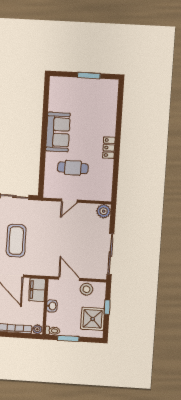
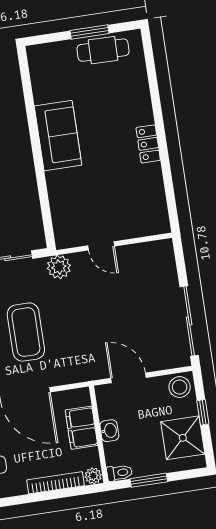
cafe table: (73, 168) -> (103, 50), moved
door: (69, 201) -> (101, 246), hinge flipped
plant: (104, 211) -> (59, 267), moved
stool: (86, 289) -> (180, 387), moved
filing cabinet: (37, 290) -> (81, 428), moved

